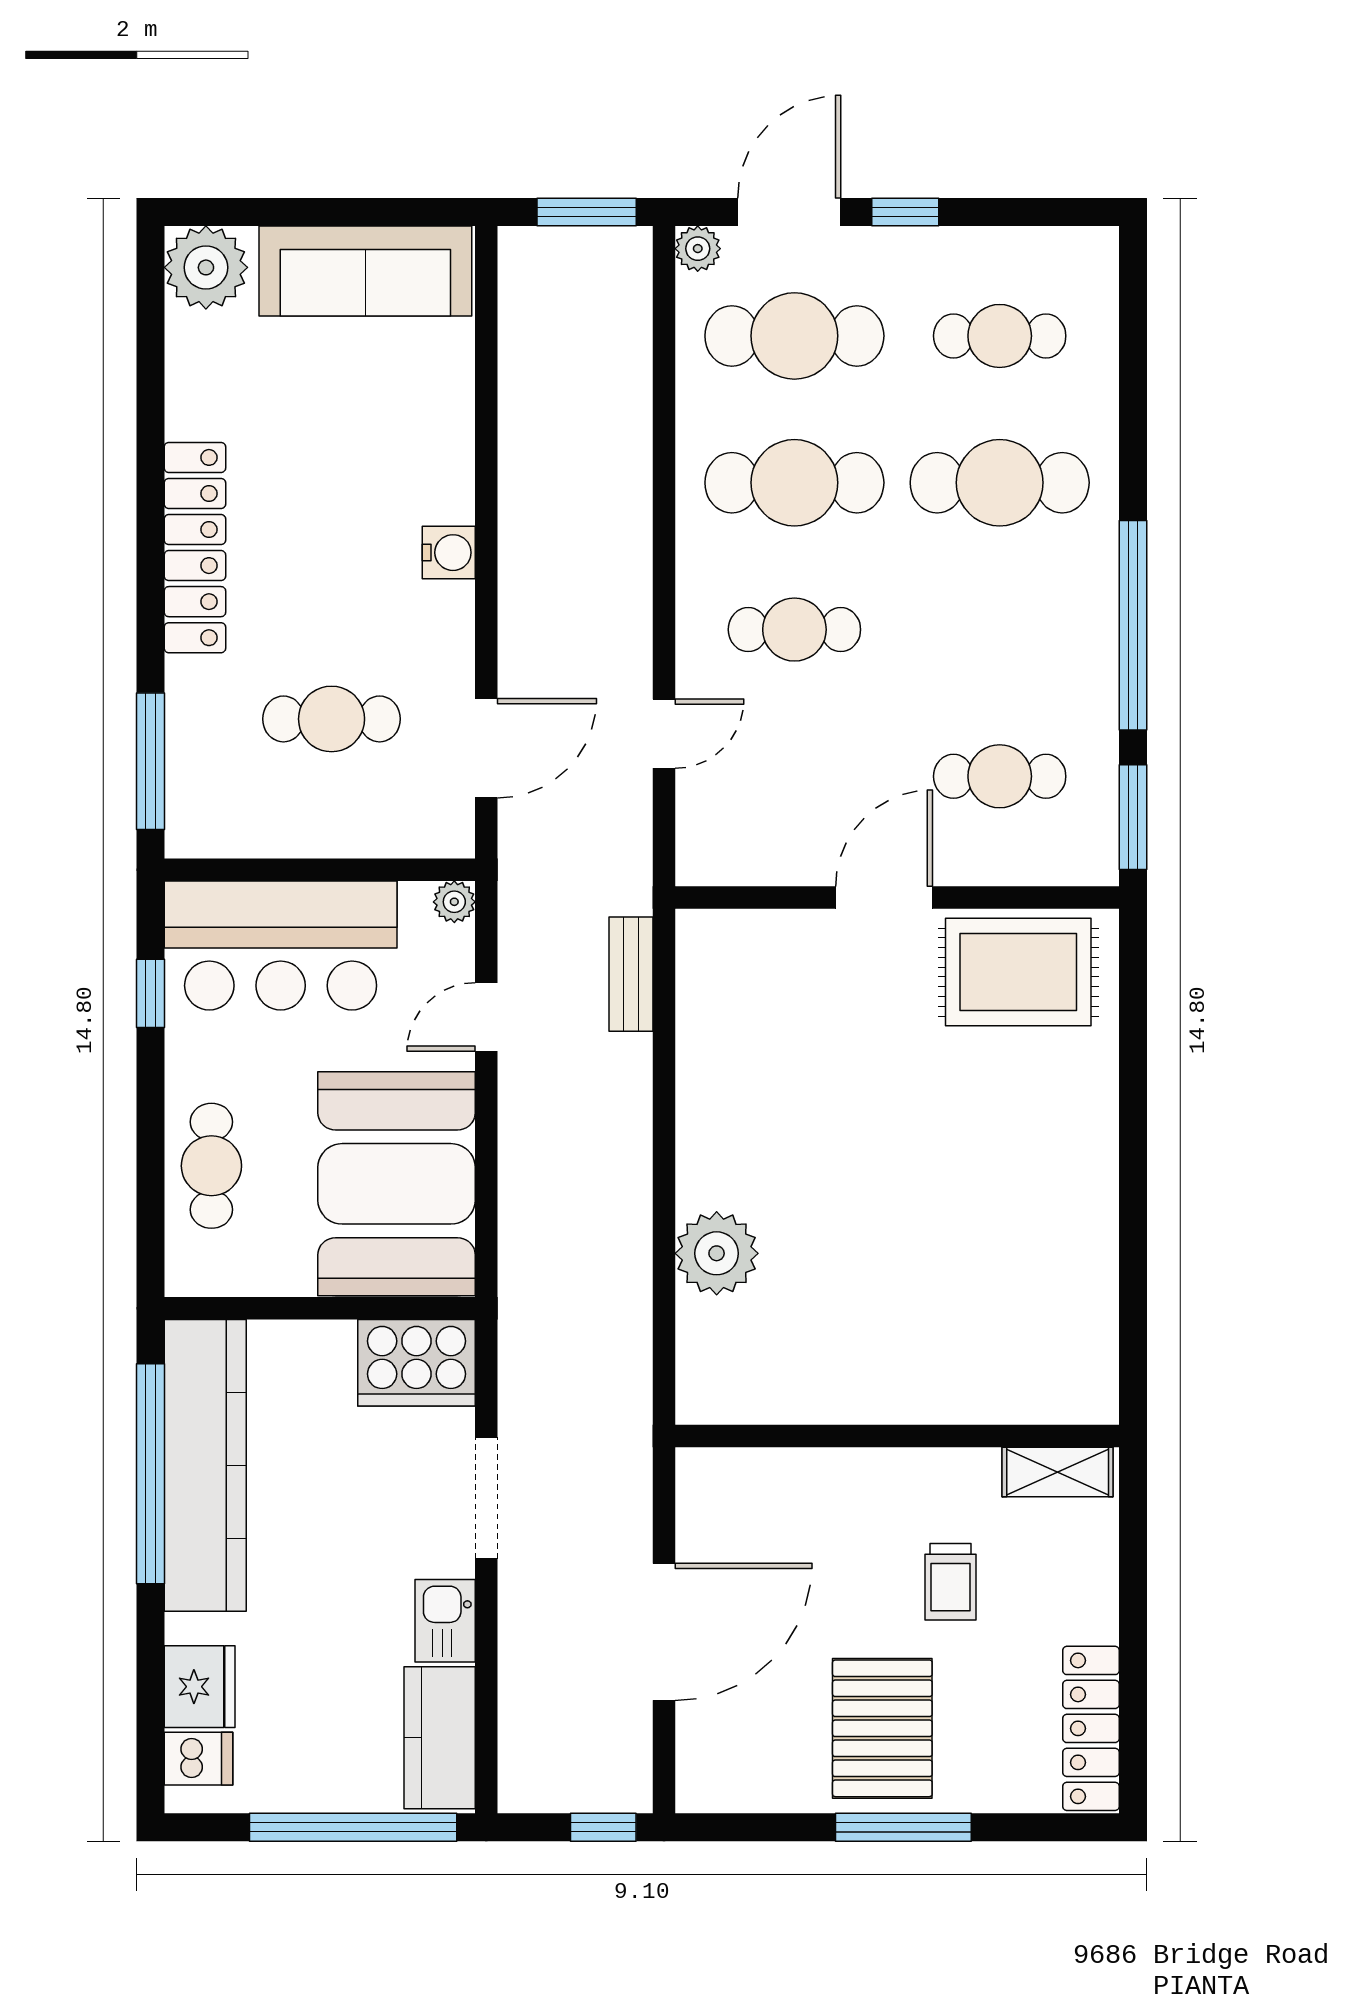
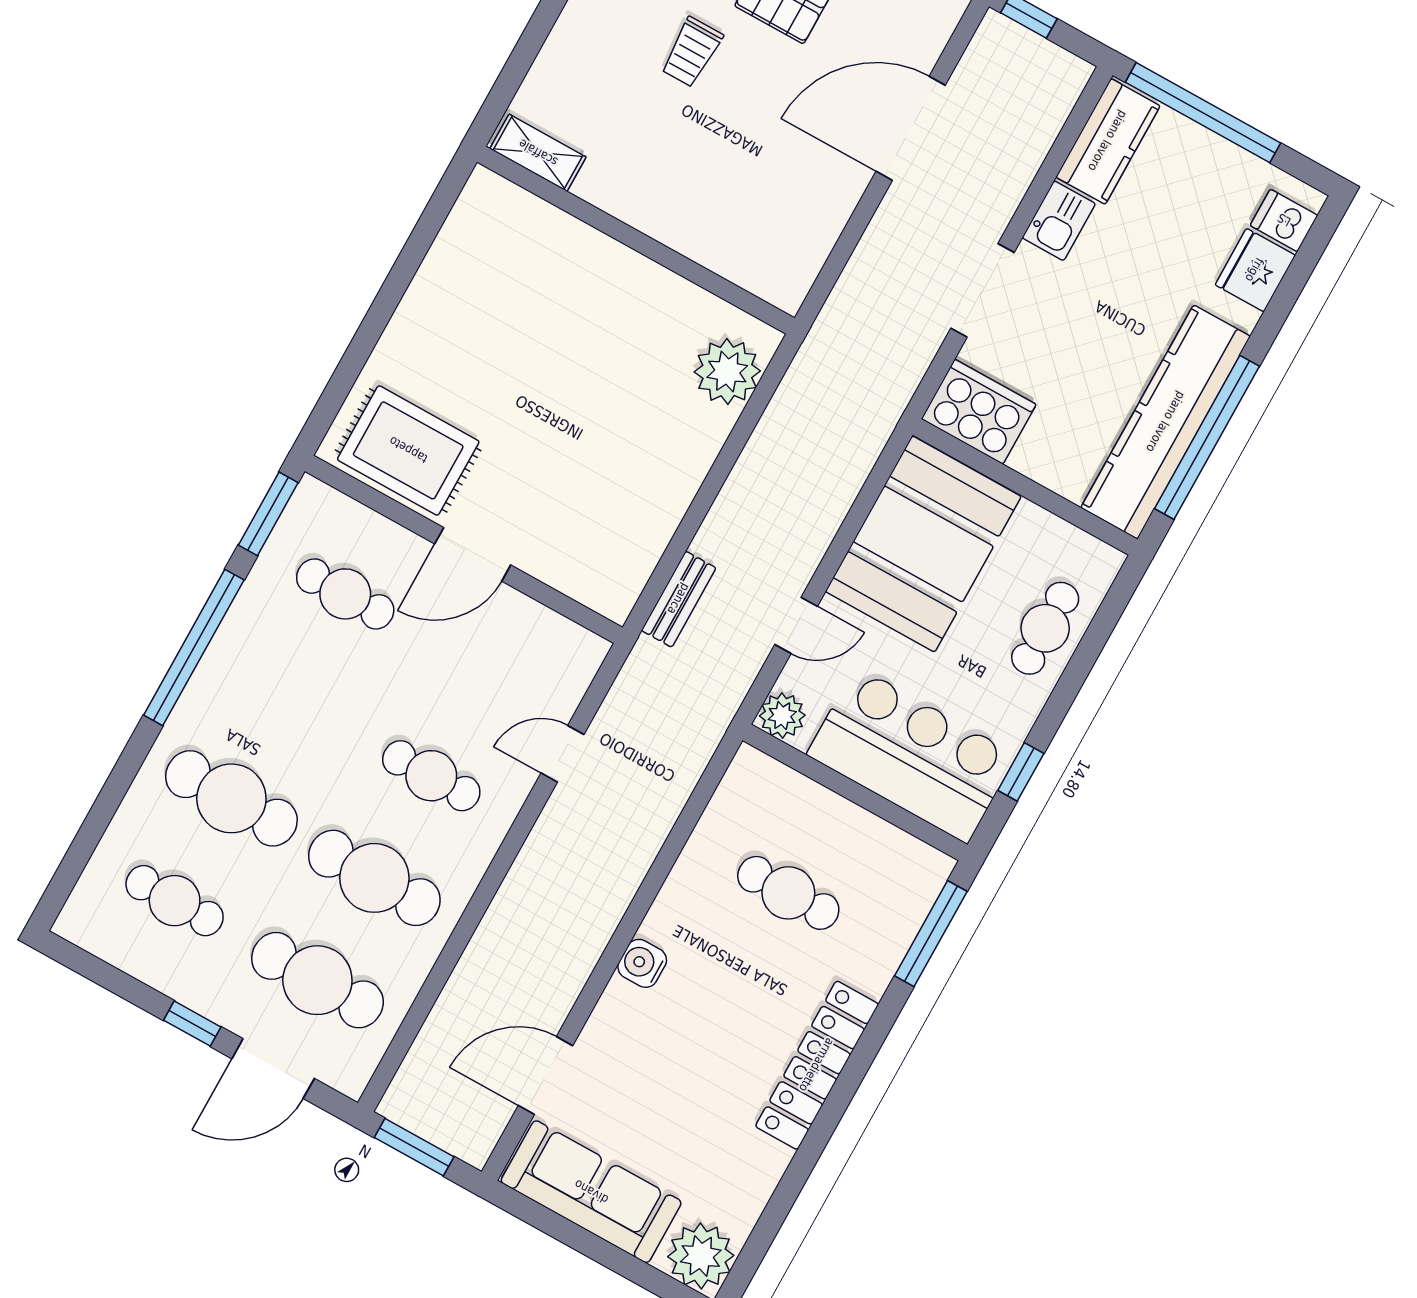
plant: (698, 249) -> (351, 1079), removed
door: (486, 748) -> (545, 1076), moved
plant: (454, 902) -> (782, 716), width x1.38, depth x1.38
wall: (897, 1436) -> (636, 240), moved
shelving: (1058, 1472) -> (538, 153), moved
trolley: (950, 1582) -> (692, 52), turned 180

